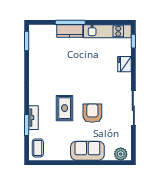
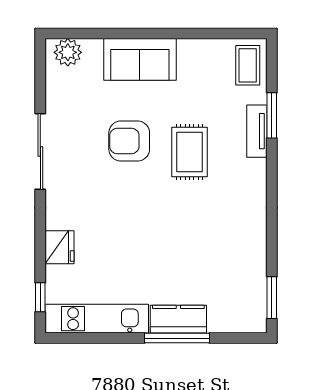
armchair: (92, 113) -> (129, 141), turned 90

